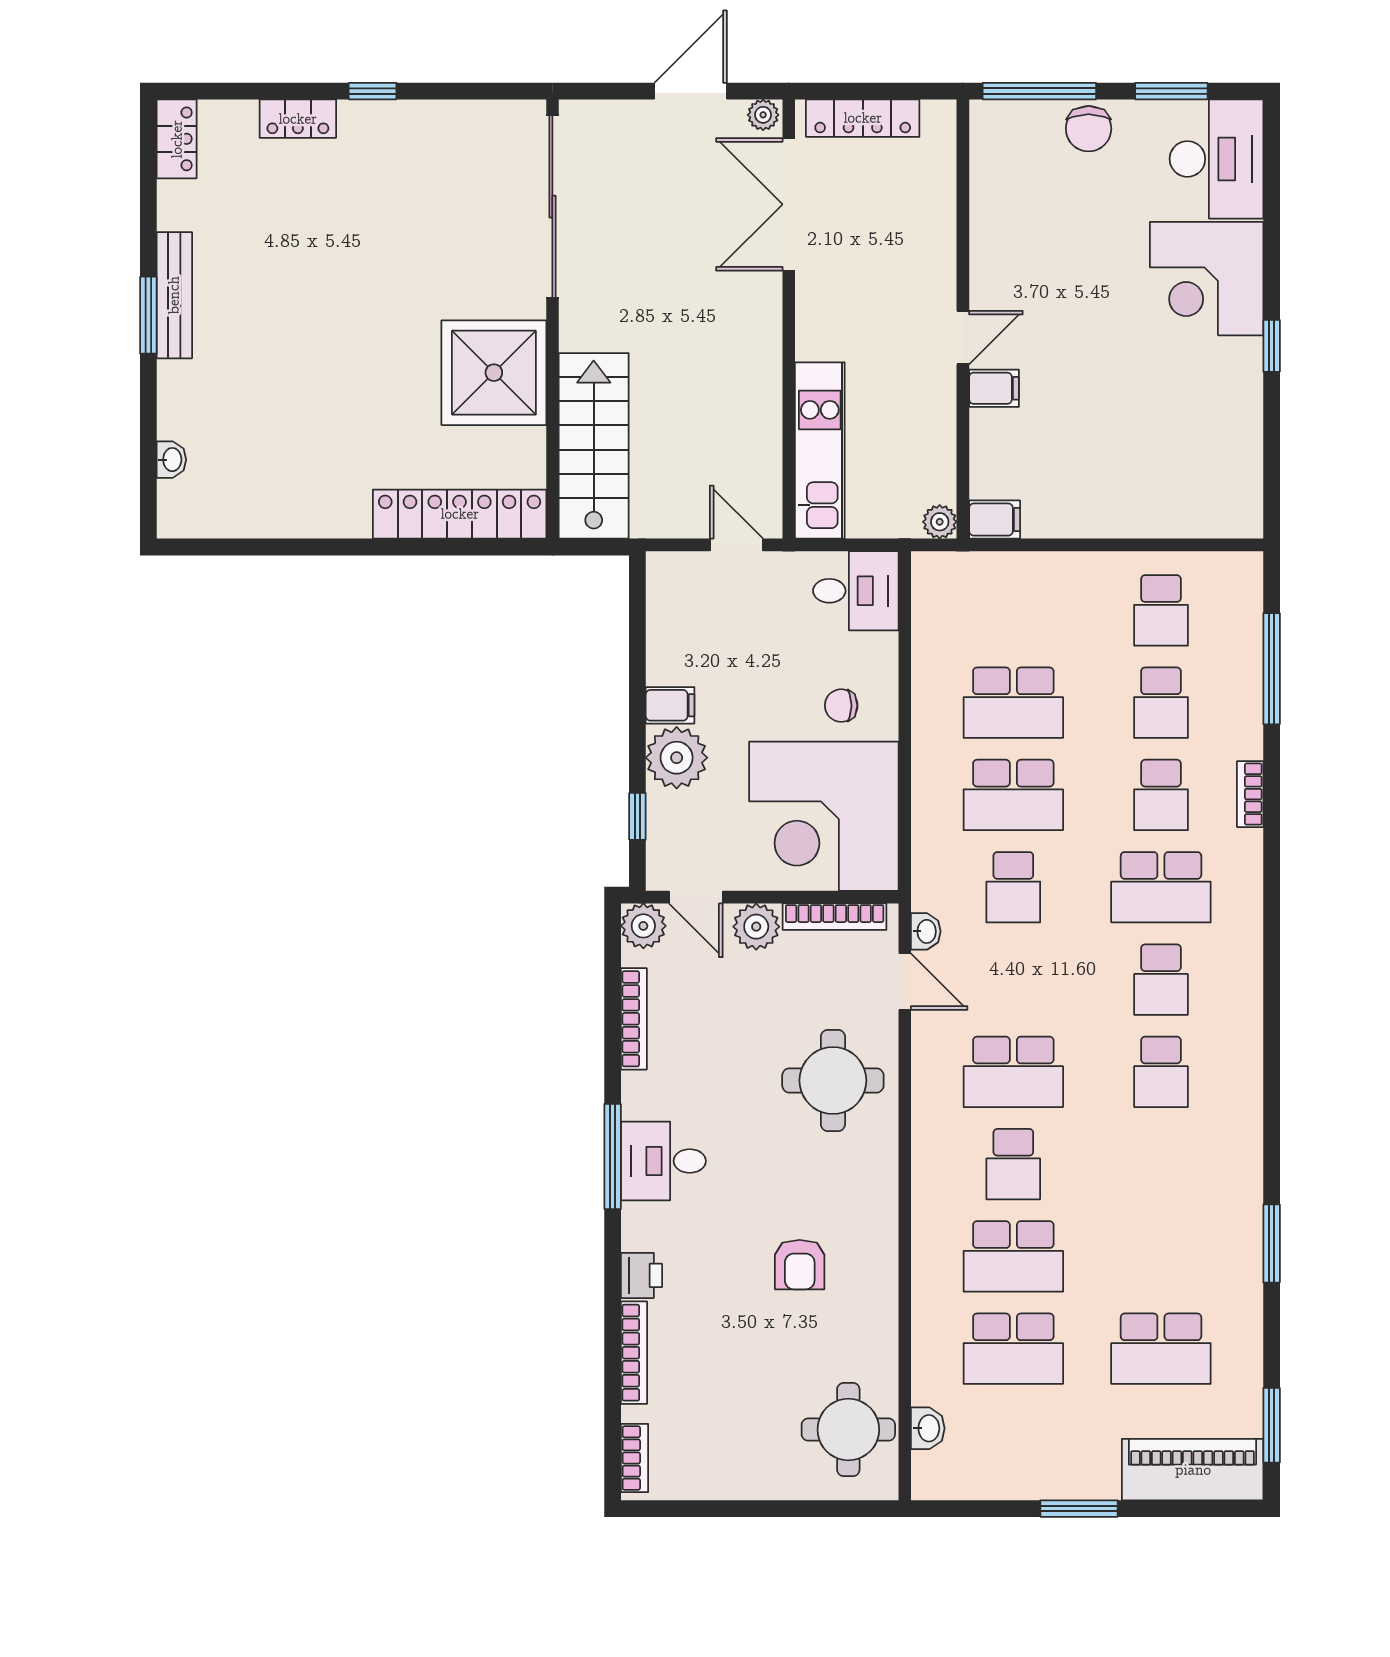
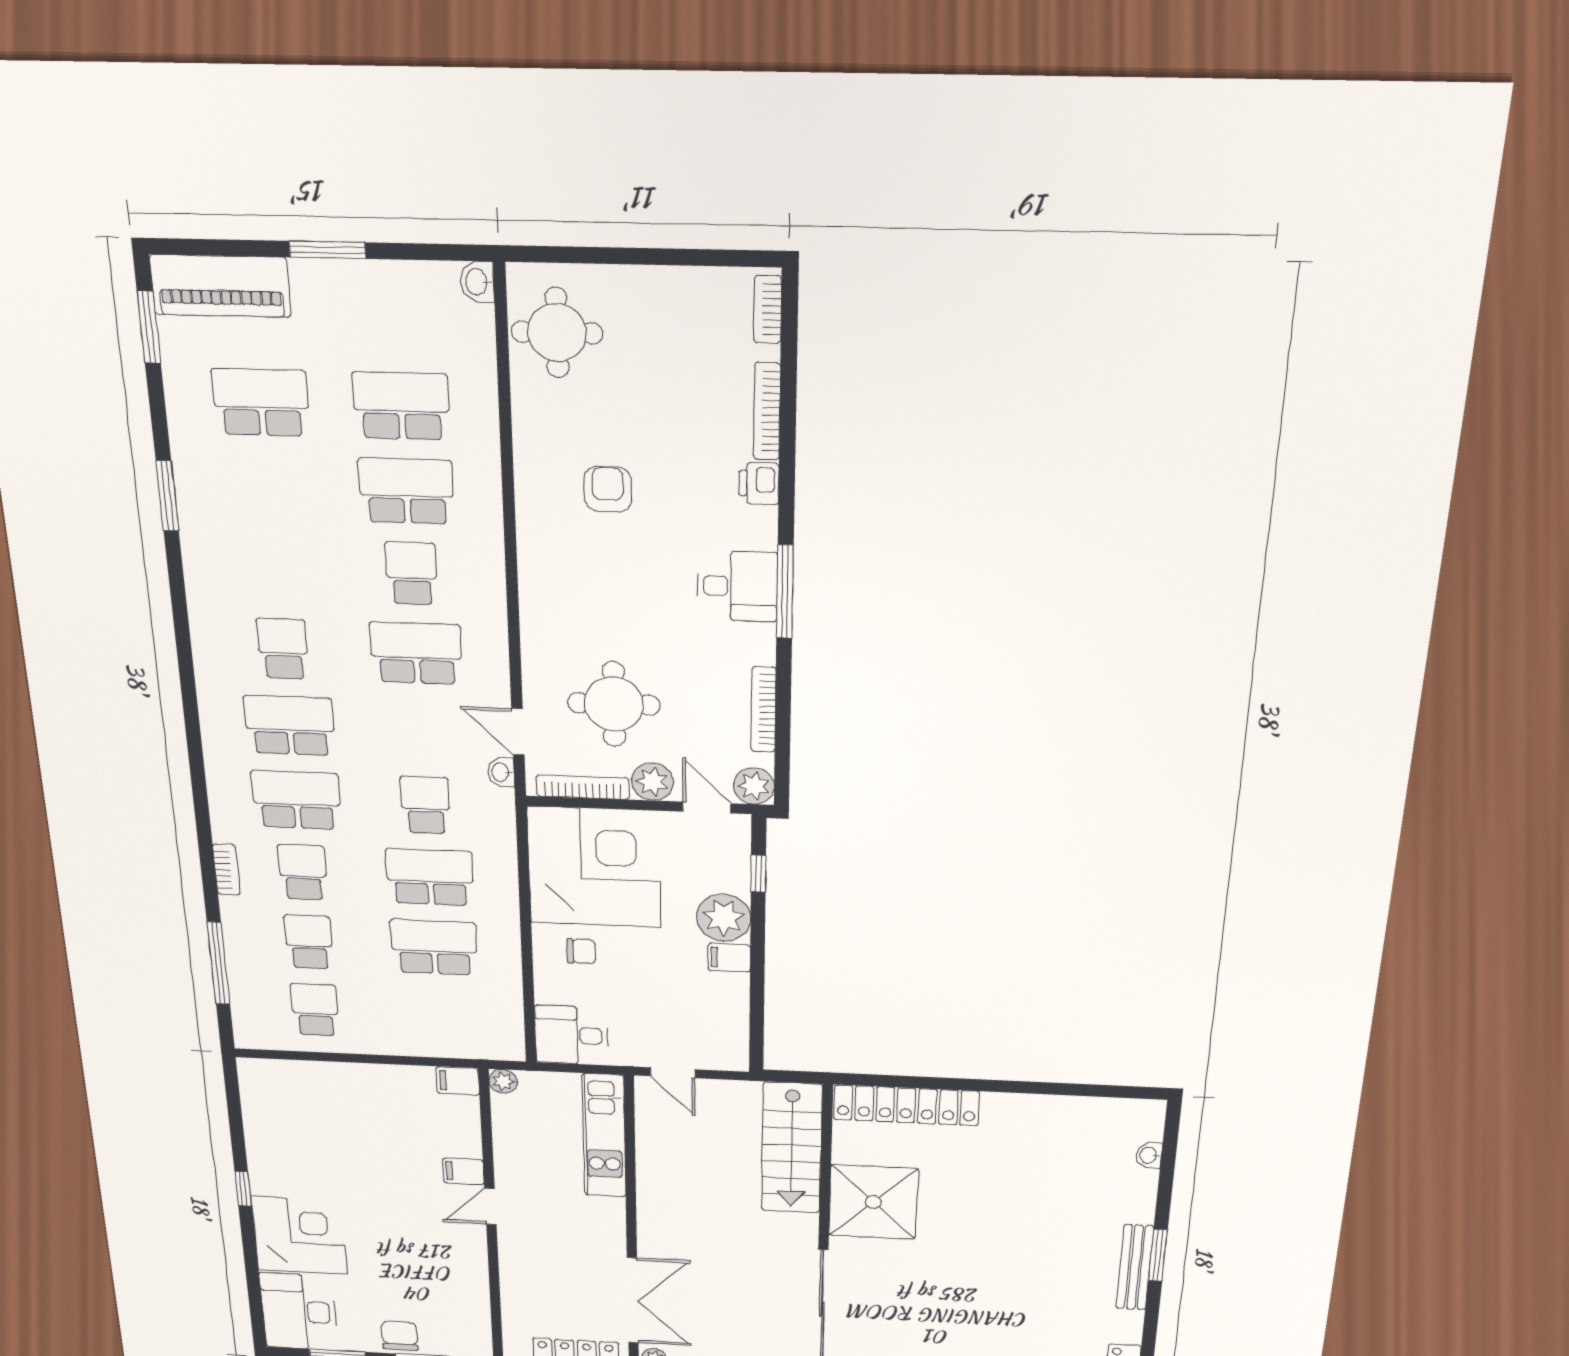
school desk: (1161, 980) -> (290, 726), width x1.85
round table: (833, 1080) -> (614, 704), moved
washbasin: (928, 1428) -> (477, 282), moved

